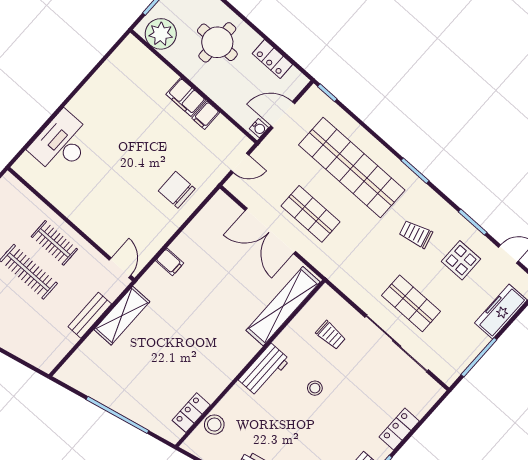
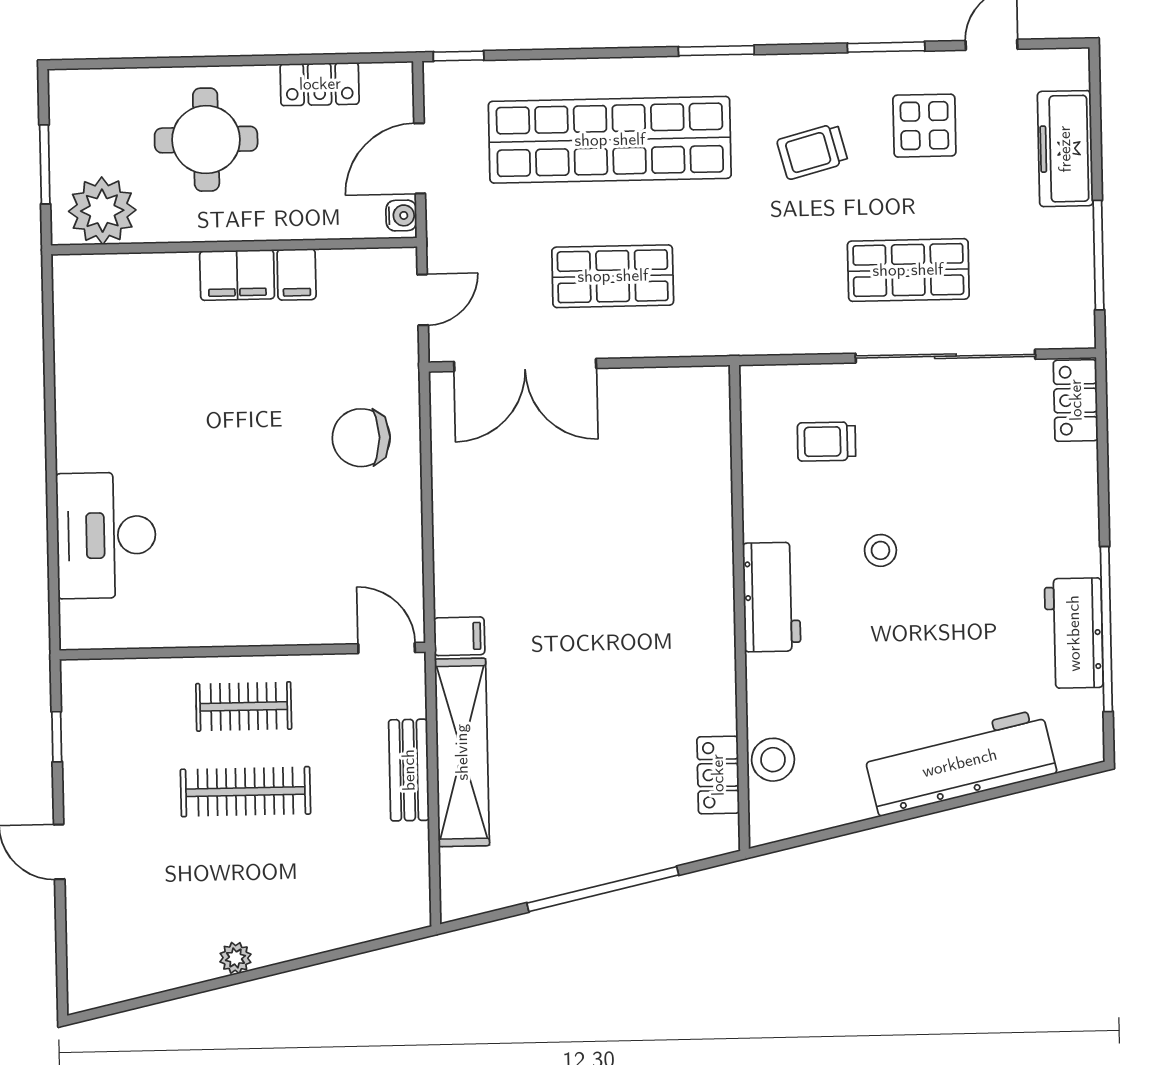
double door: (270, 231) -> (525, 365), moved
filing cabinet: (170, 262) -> (459, 636), moved
shelving: (283, 306) -> (707, 466), removed
shelving: (122, 316) -> (462, 752), width x1.47
trolley: (331, 335) -> (826, 442), turned 180
locker: (399, 429) -> (1076, 400), moved

